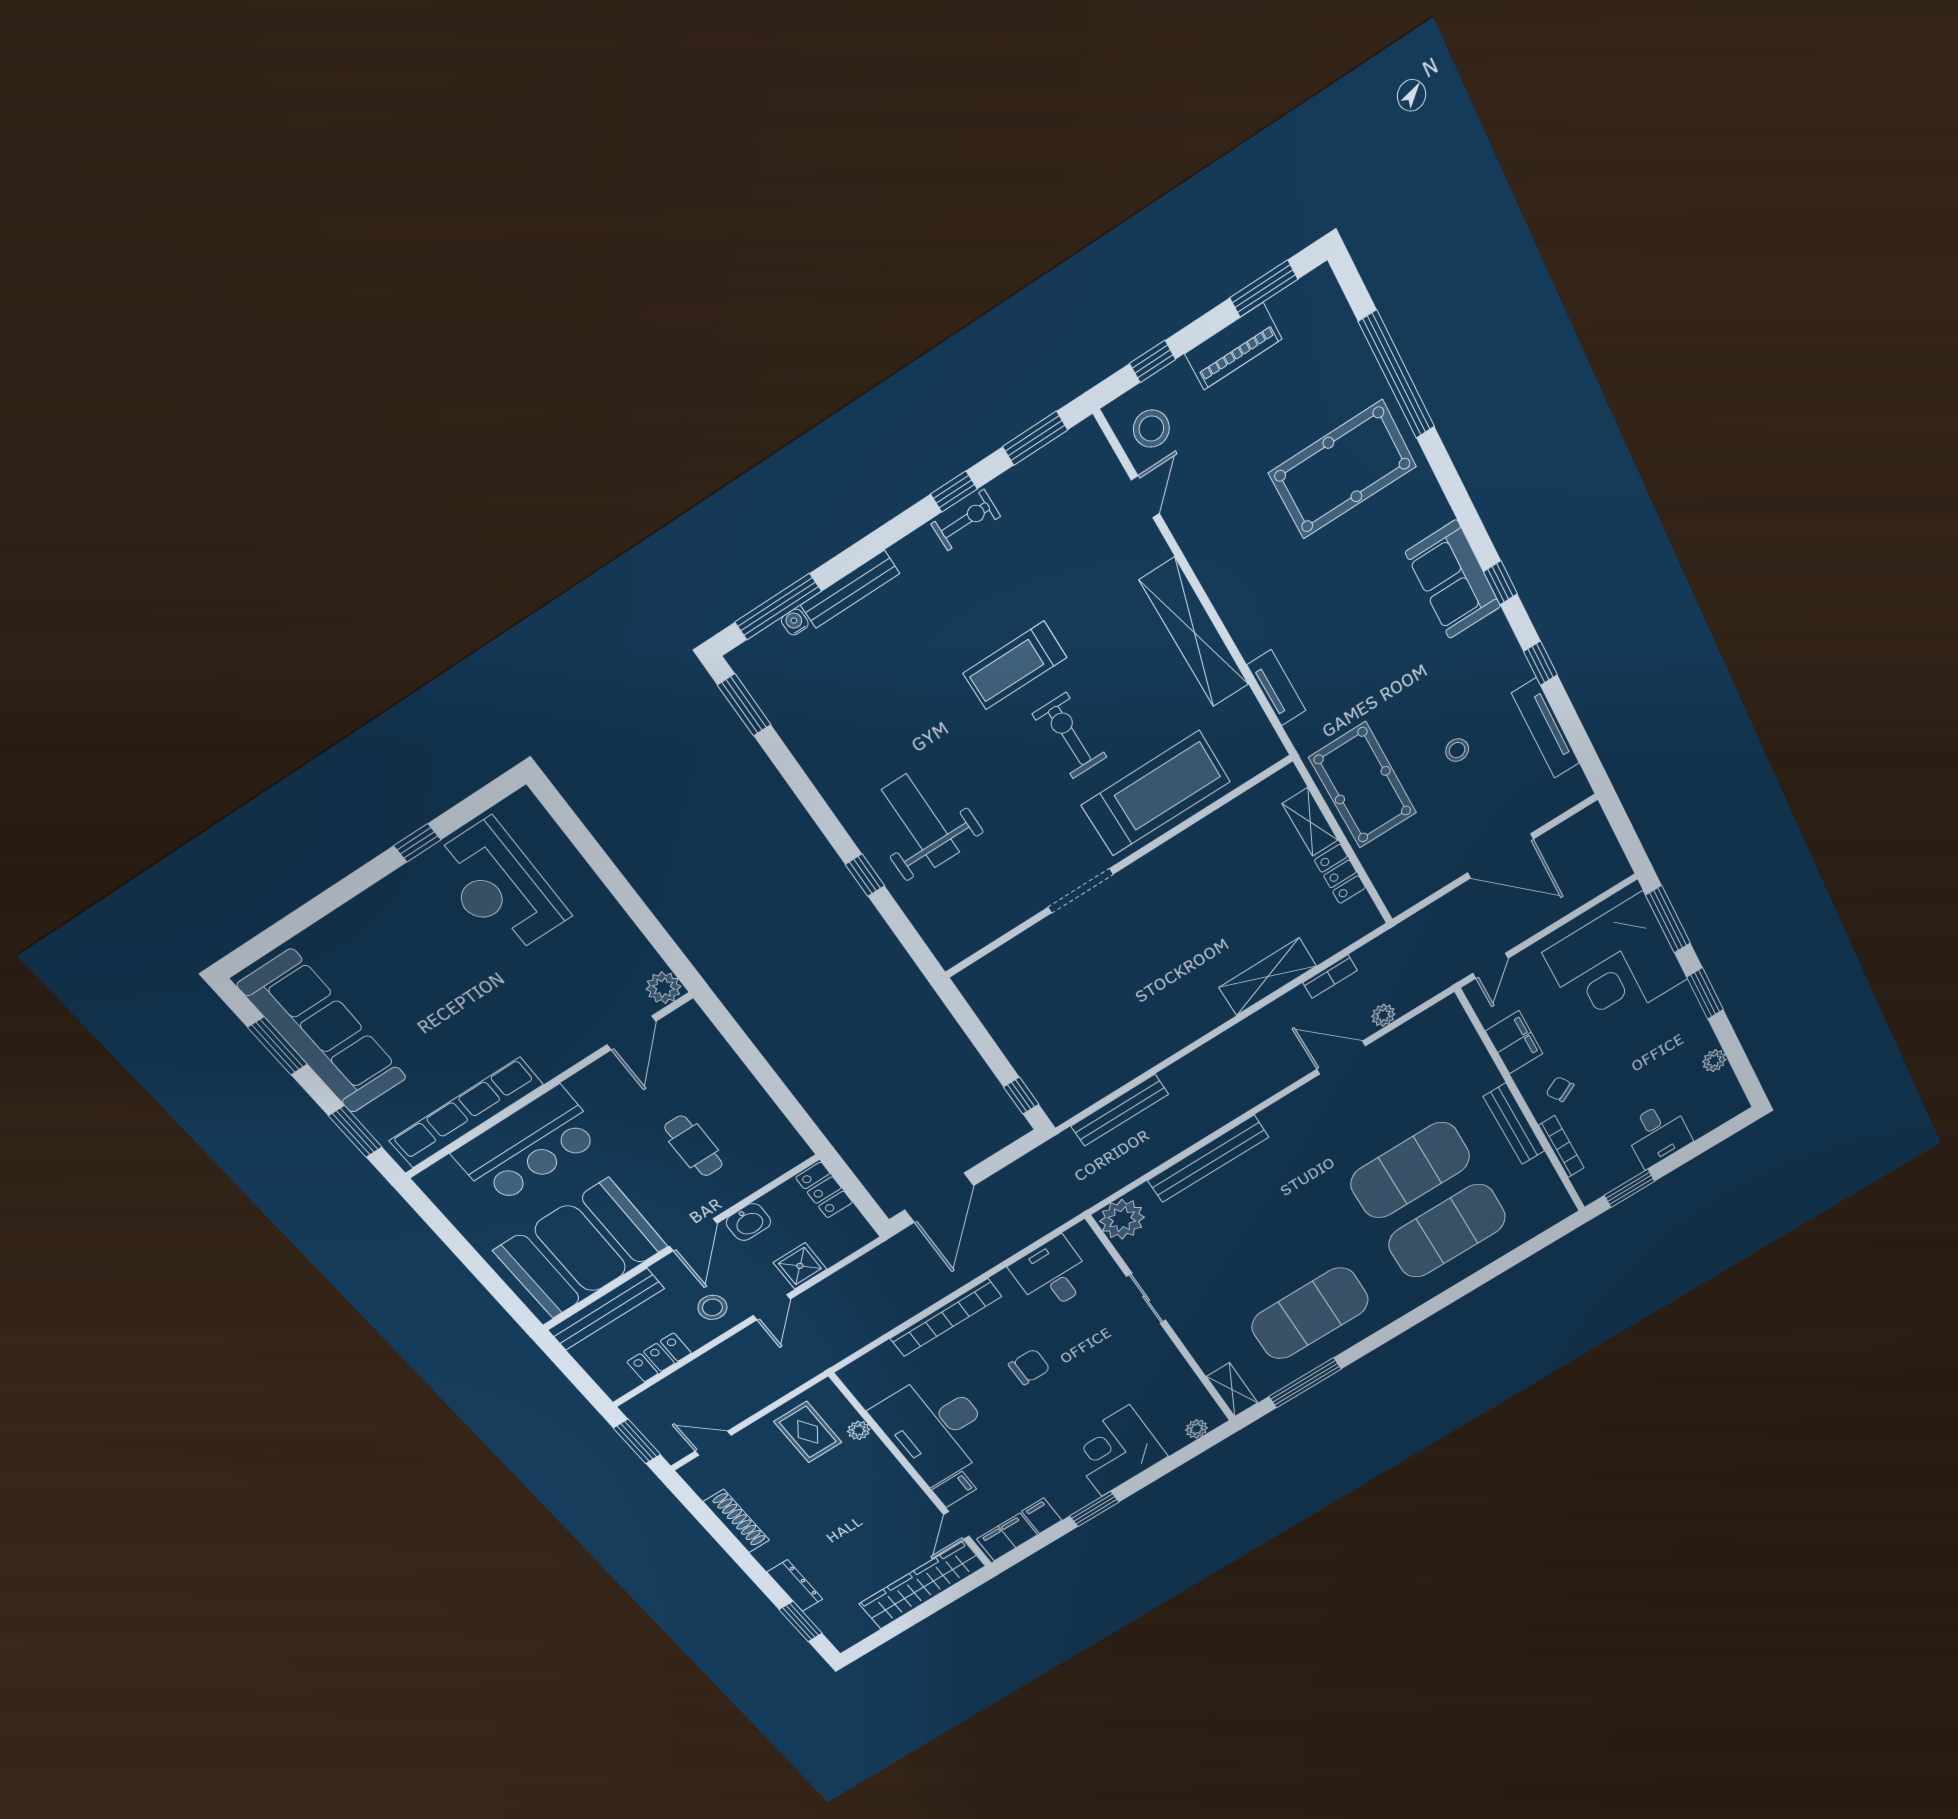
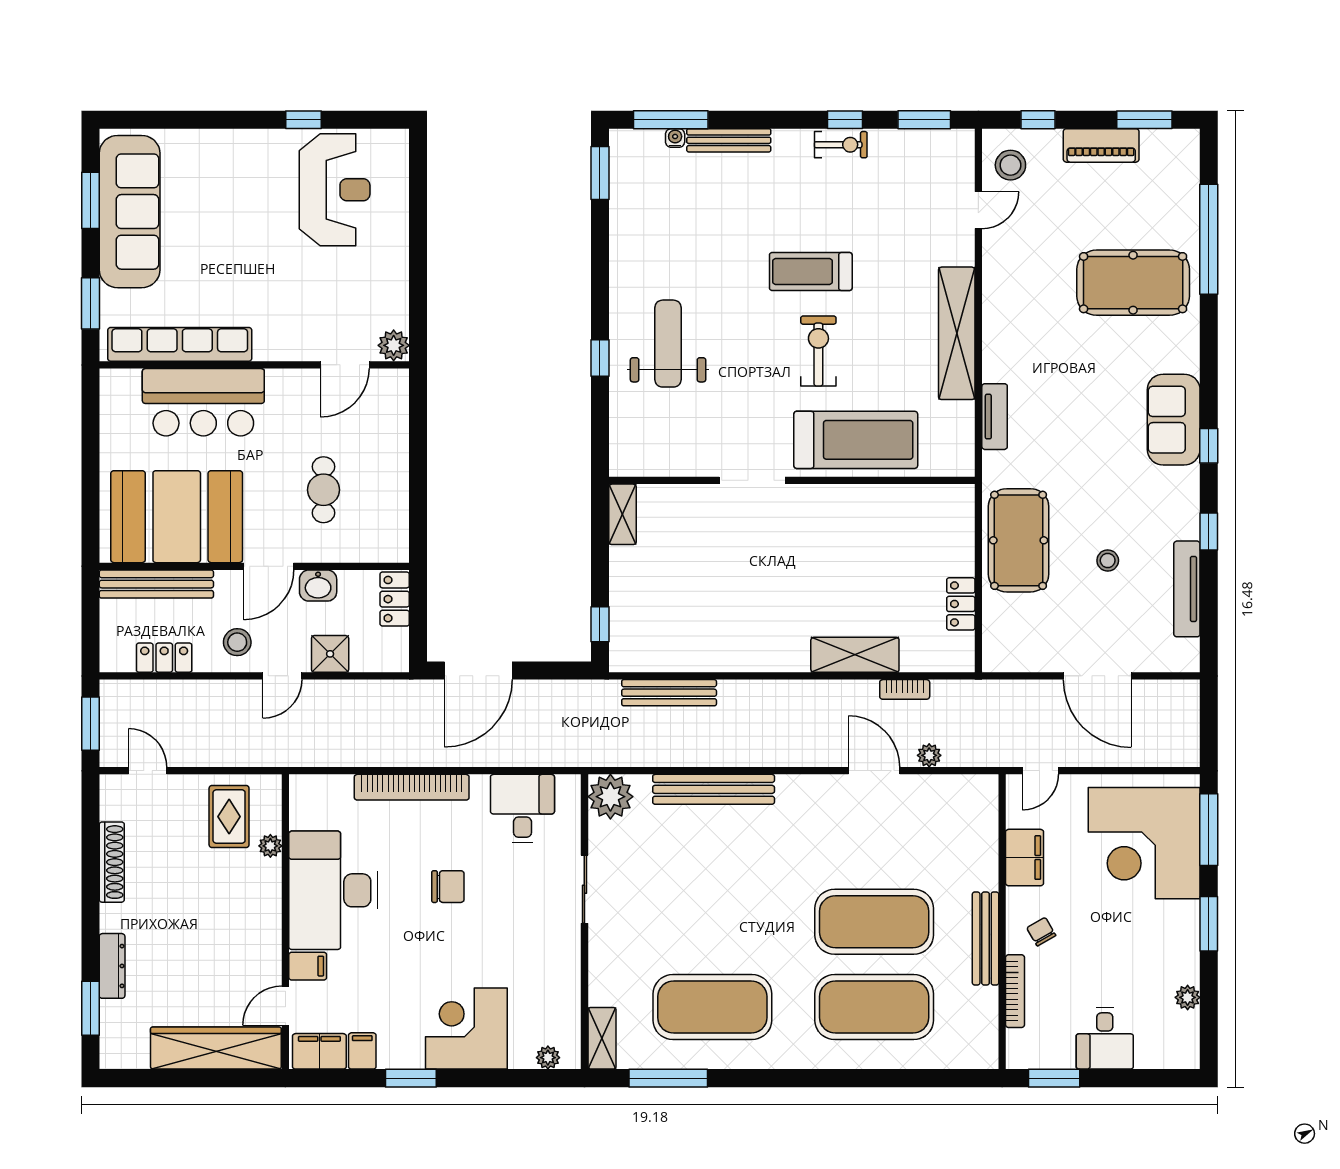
shelving: (1310, 822) -> (622, 514), moved
reception desk: (499, 887) -> (335, 190), turned 180

